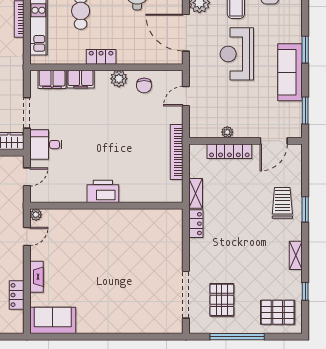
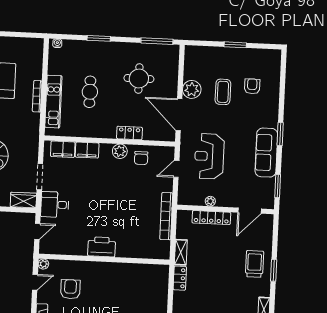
reception desk: (237, 54) -> (209, 156), moved
locker: (101, 57) -> (129, 133), moved
armchair: (69, 243) -> (70, 289), added

